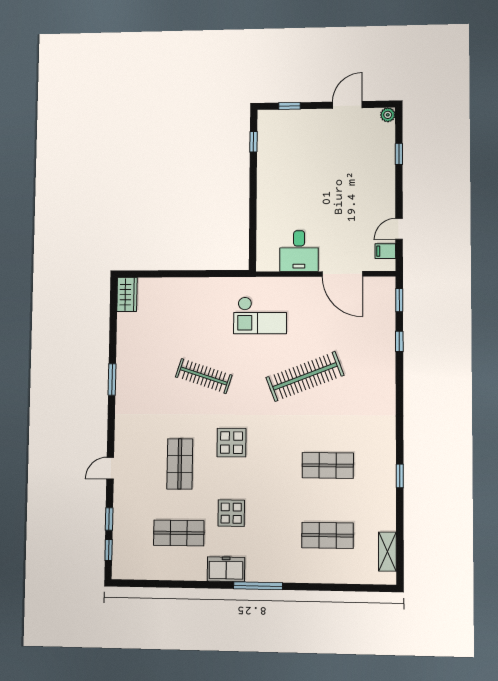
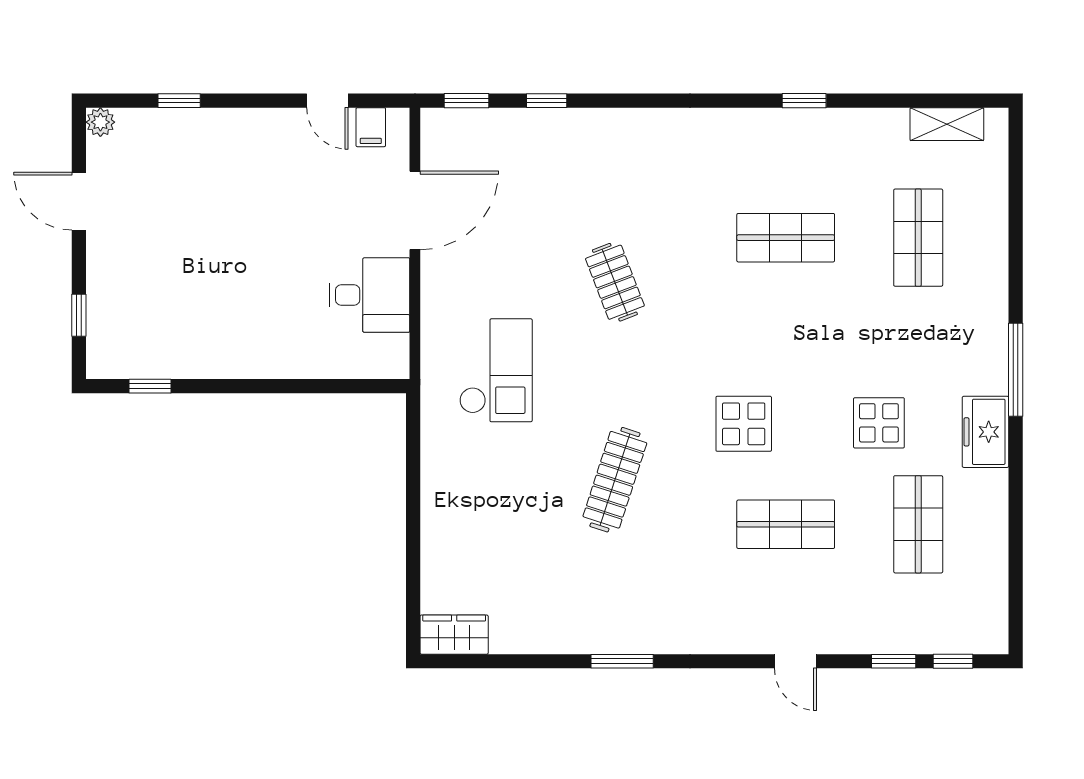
clothes rail: (305, 376) -> (615, 282), width x0.54, depth x0.76
shop shelf: (328, 465) -> (786, 238), turned 90

